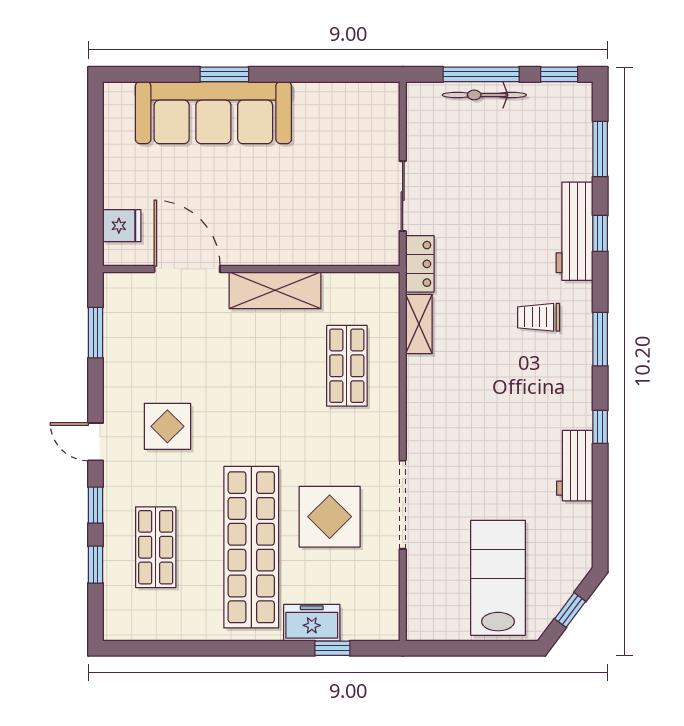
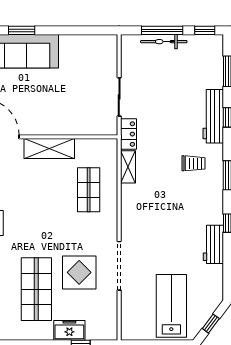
trolley: (539, 317) -> (194, 163), turned 180
shop shelf: (251, 547) -> (36, 289), width x0.71

